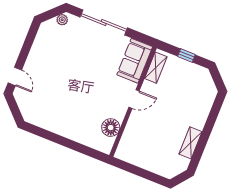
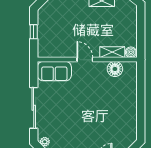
shelving: (156, 68) -> (112, 52), moved
boiler: (122, 152) -> (131, 52), added

